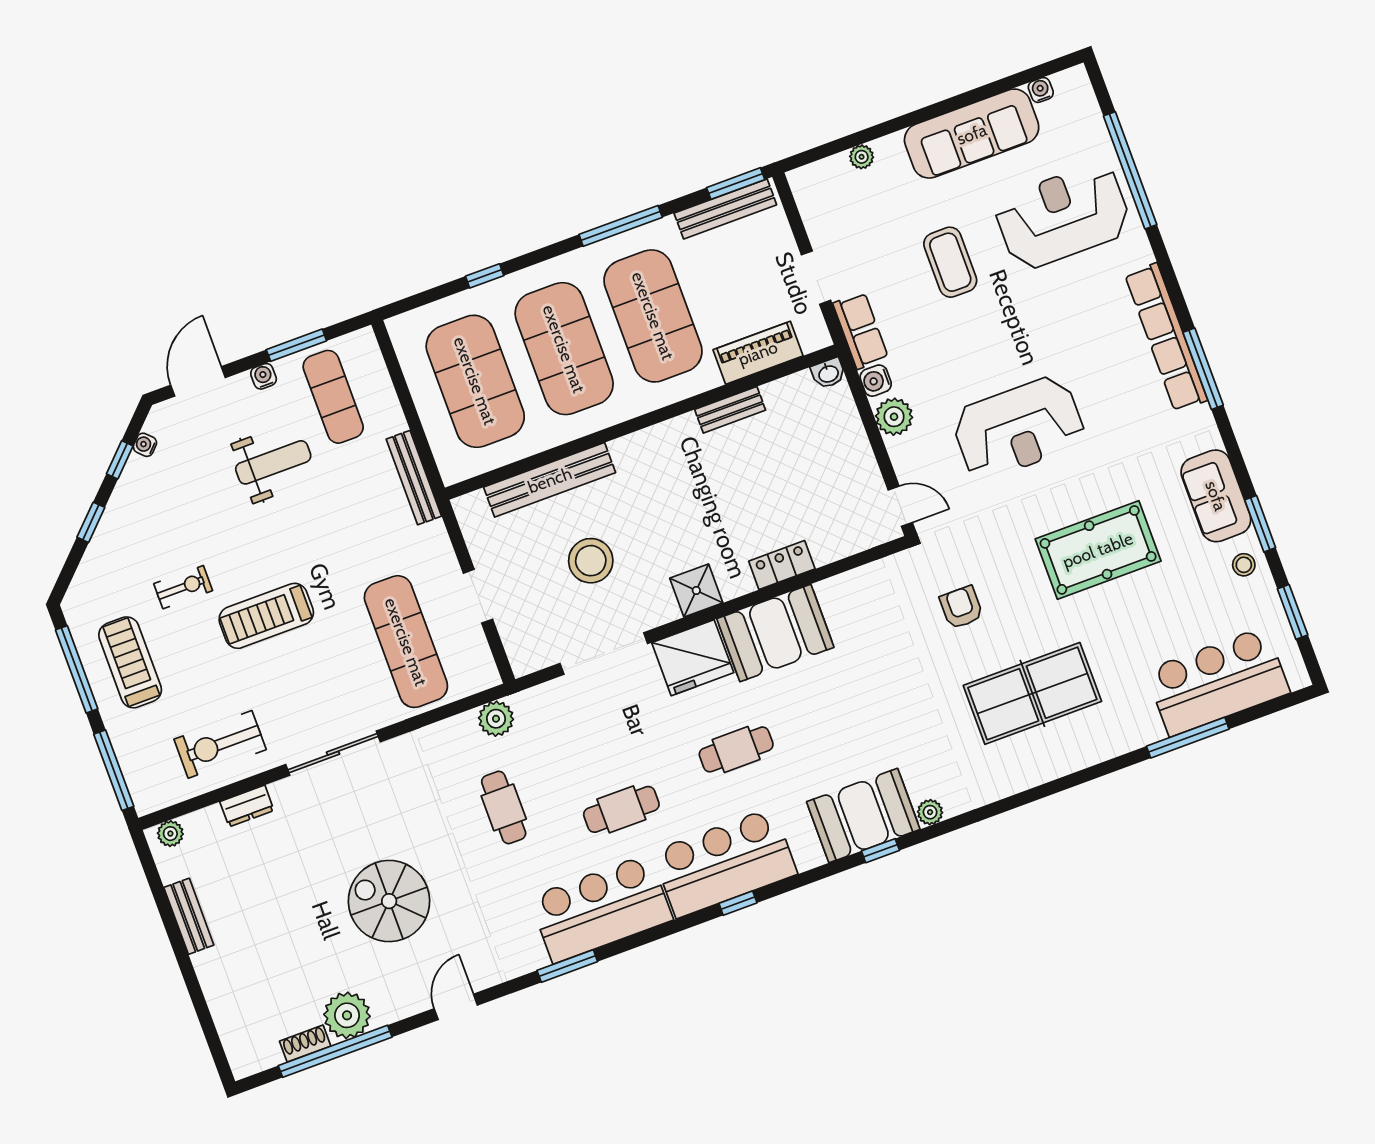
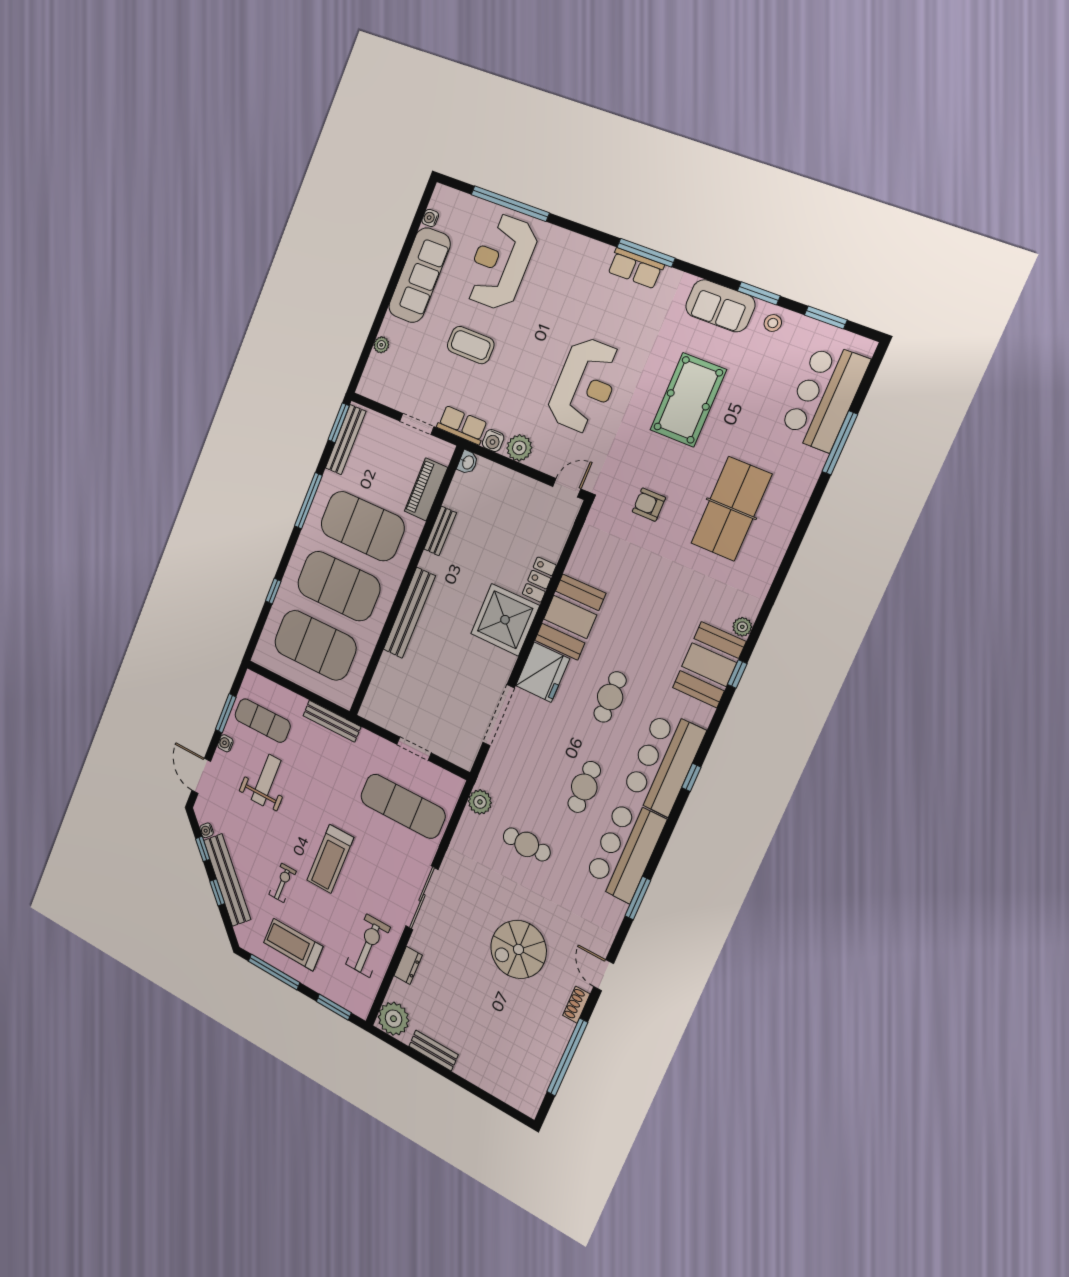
row of seats: (1166, 337) -> (636, 268), width x0.50
bench: (550, 480) -> (409, 613), moved
bench: (117, 521) -> (227, 880), added
stool: (591, 561) -> (448, 675), removed
shower: (696, 591) -> (505, 620), width x1.86, depth x1.86
exercise bike: (220, 744) -> (368, 946), turned 180
window: (114, 770) -> (334, 1007), width x0.69
plant: (170, 834) -> (394, 1019), width x1.87, depth x1.87
plant: (347, 1015) -> (555, 1032), removed
shoe rack: (305, 1044) -> (576, 1005), moved

